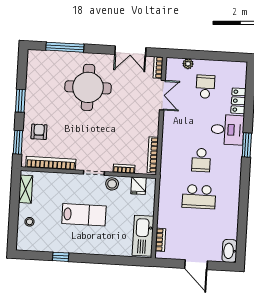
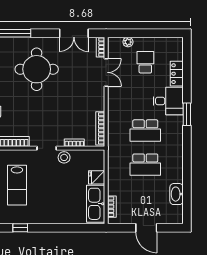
school desk: (201, 160) -> (145, 131), width x1.85
fridge: (139, 186) -> (97, 177), moved, turned 90
lab bench: (84, 215) -> (17, 185), moved, turned 90
washbasin: (230, 251) -> (177, 194), moved

